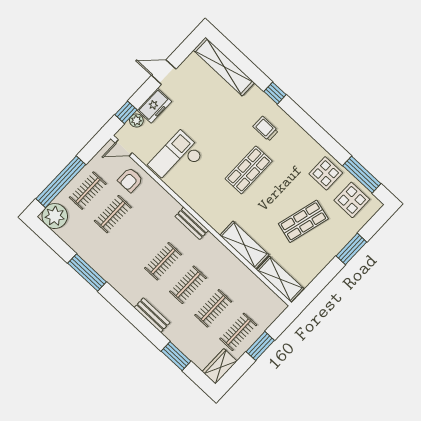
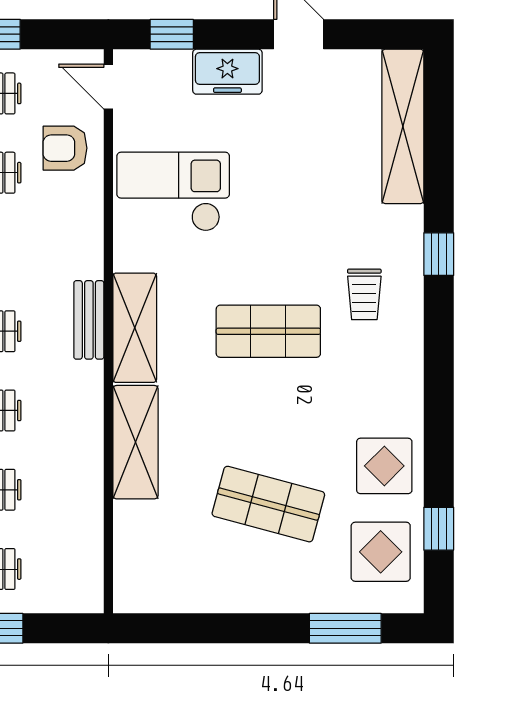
plant: (136, 120) -> (174, 65), removed
trolley: (266, 129) -> (364, 294), turned 180
window: (362, 175) -> (439, 529), width x0.46
window: (351, 249) -> (345, 628), moved
shelving: (280, 279) -> (135, 328), moved

